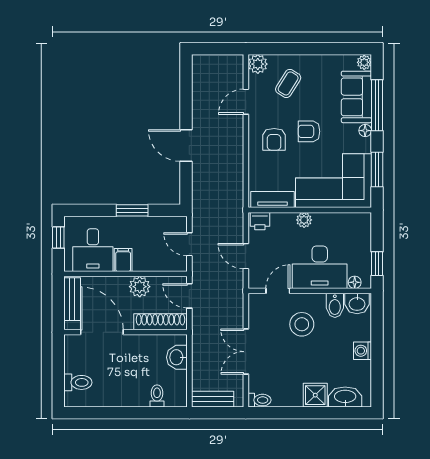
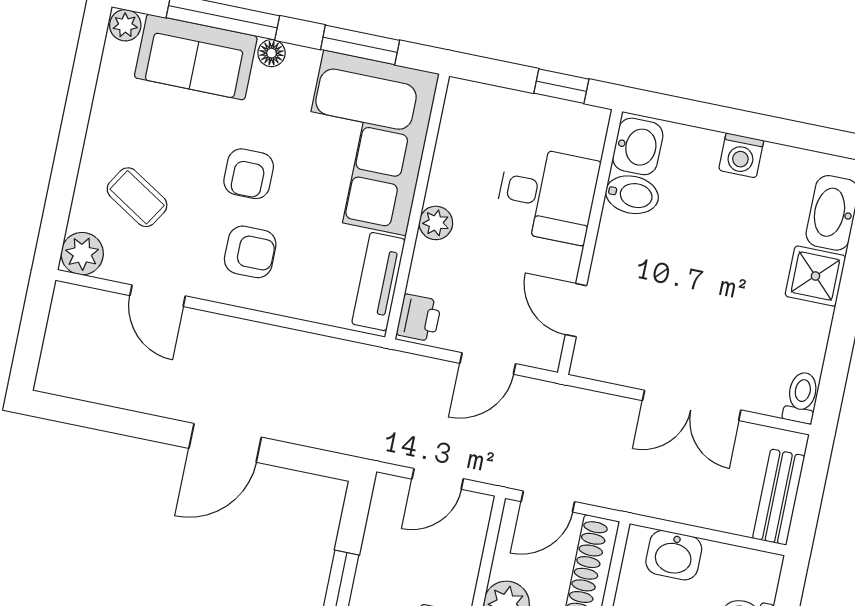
desk: (320, 267) -> (547, 195), width x0.73
floor lamp: (355, 282) -> (591, 142), removed
stool: (302, 324) -> (658, 274), removed

